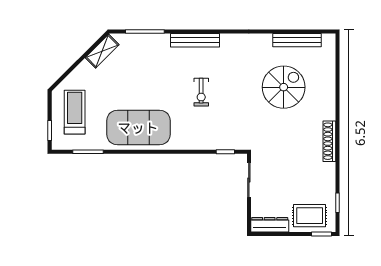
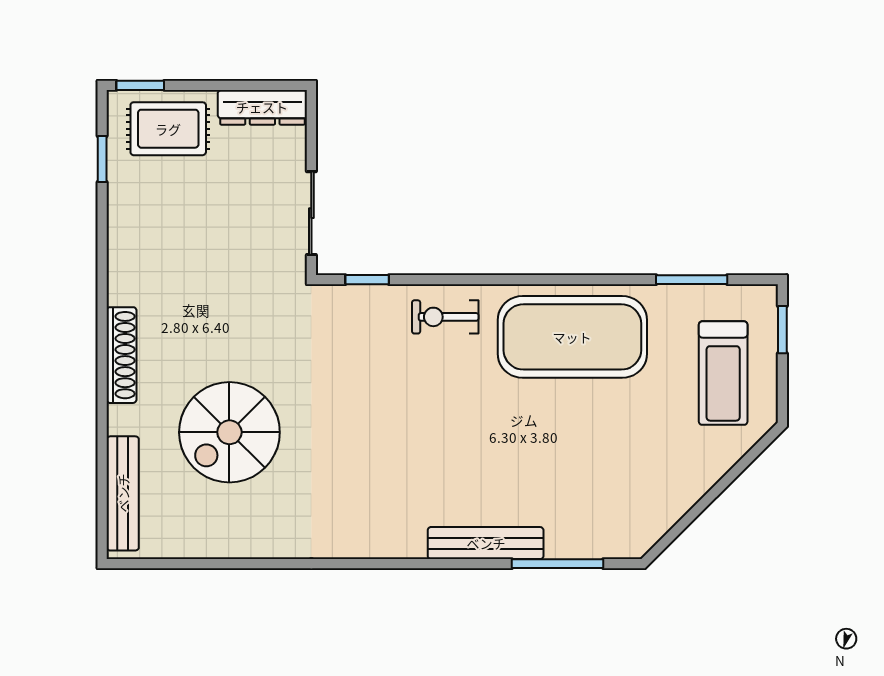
bench: (195, 40) -> (486, 543), moved
bench: (297, 40) -> (123, 493), moved, turned 90
shelving: (102, 51) -> (658, 517), removed
exercise bike: (201, 92) -> (445, 317), moved, turned -90
shoe rack: (329, 141) -> (122, 355), moved

